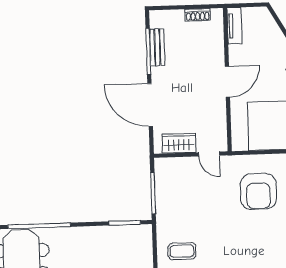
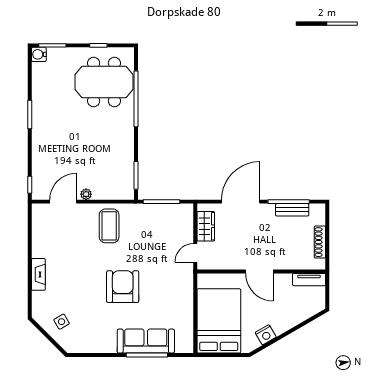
shoe rack: (198, 15) -> (320, 242), width x1.43
armchair: (258, 191) -> (123, 287), moved, turned 90
coffee table: (182, 251) -> (109, 226), width x1.36, depth x1.30

